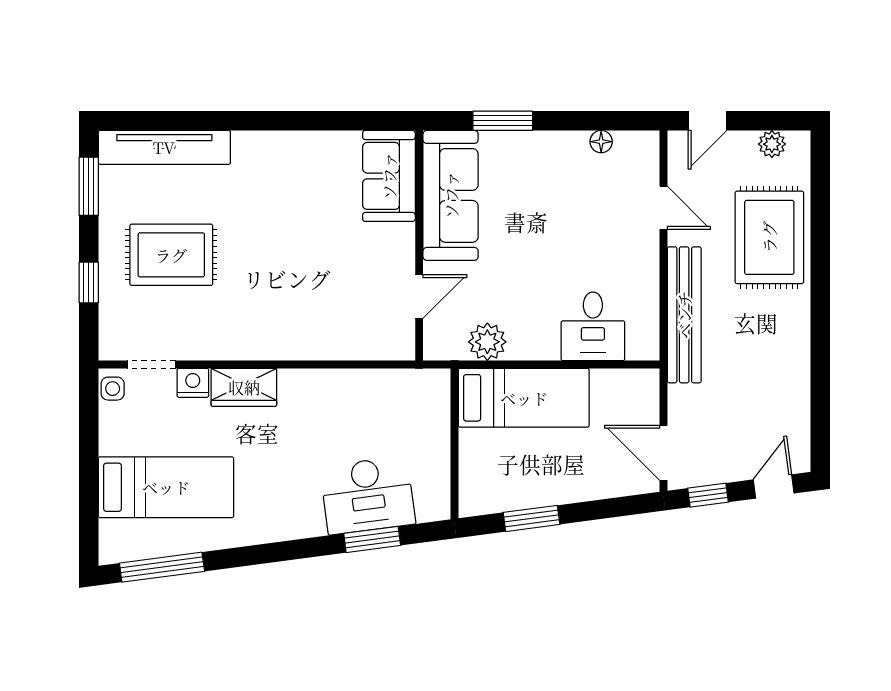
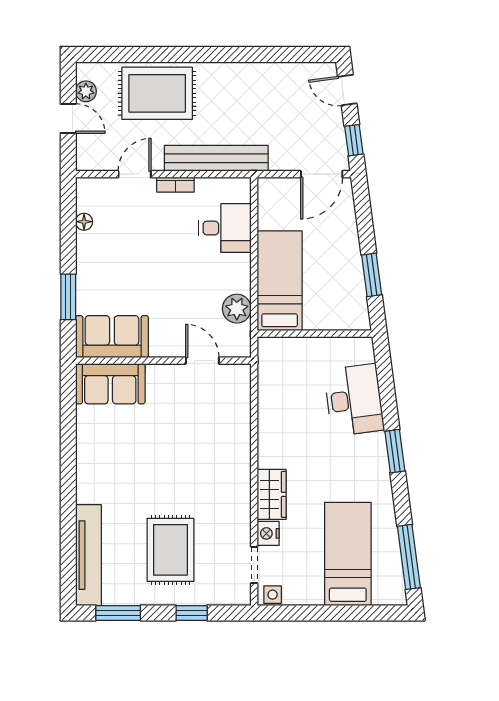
door: (708, 121) -> (68, 119), moved
sofa: (451, 195) -> (112, 337), width x0.73
bookcase: (650, 261) -> (175, 185), added
window: (372, 539) -> (395, 451), moved

